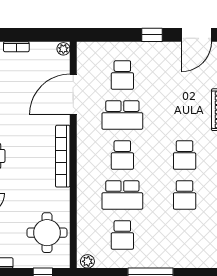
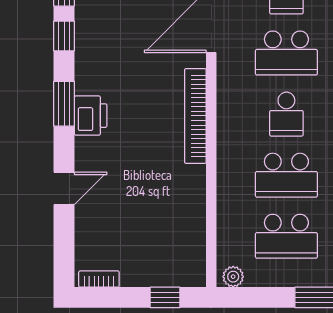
round table: (47, 233) -> (171, 233), removed
school desk: (122, 235) -> (286, 236), width x1.85

